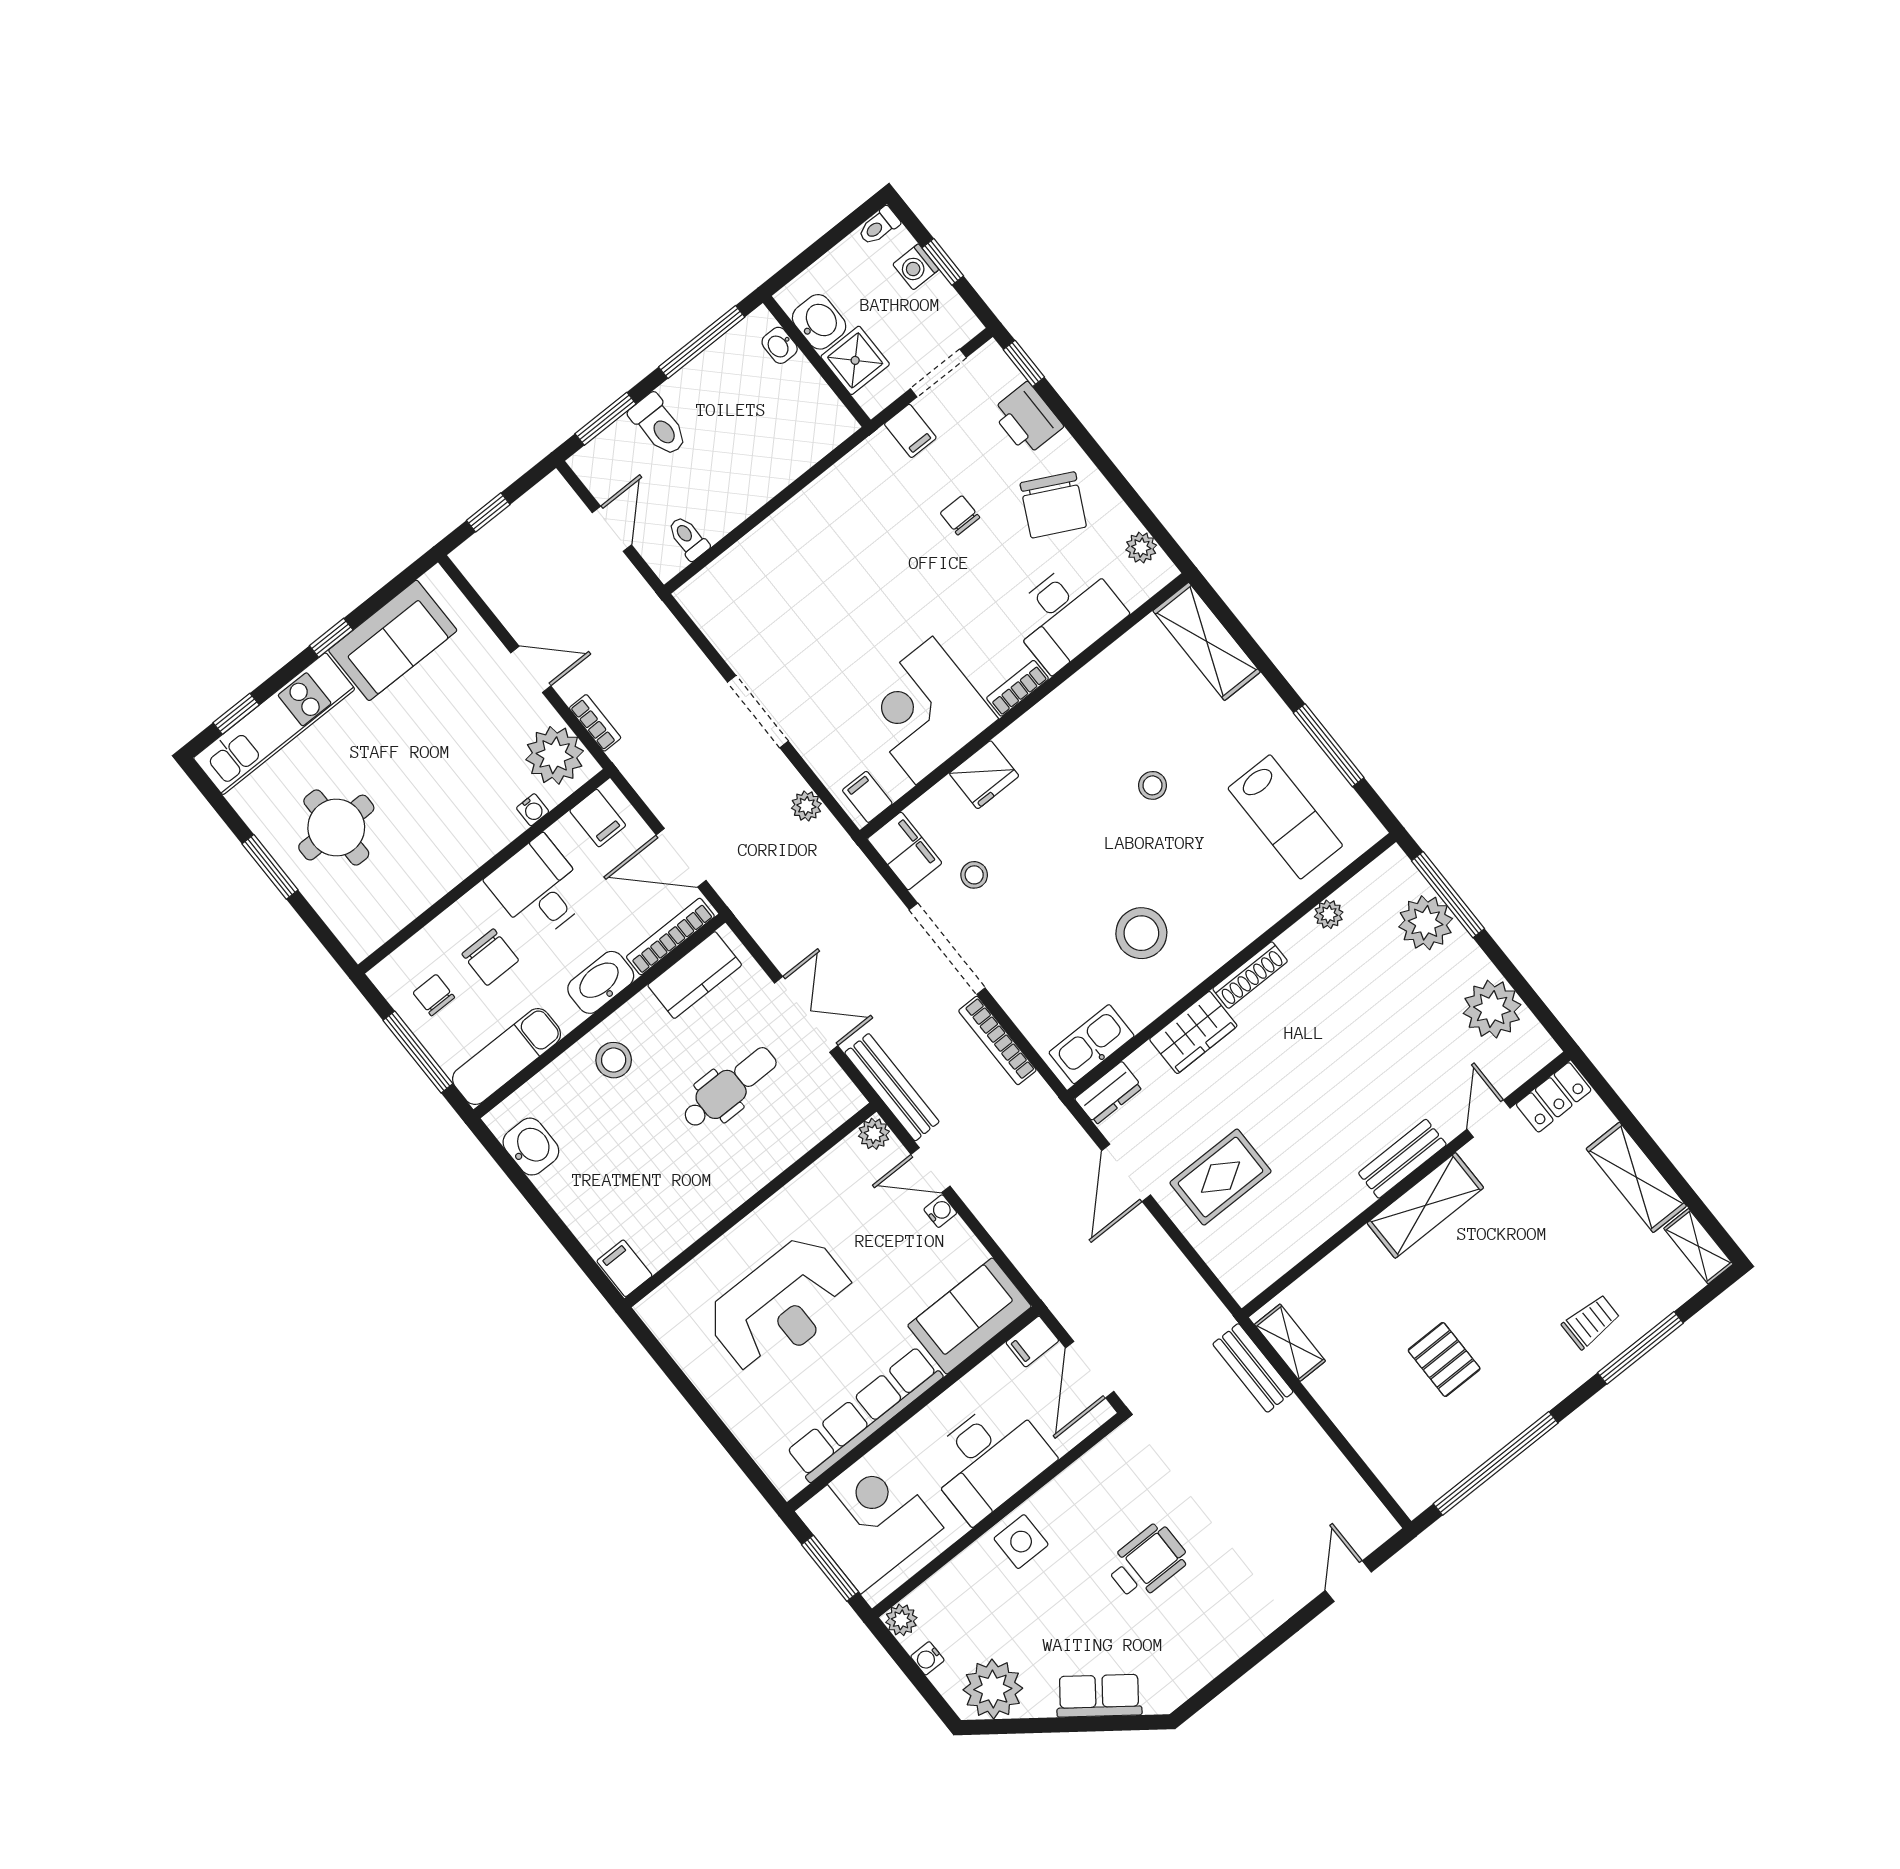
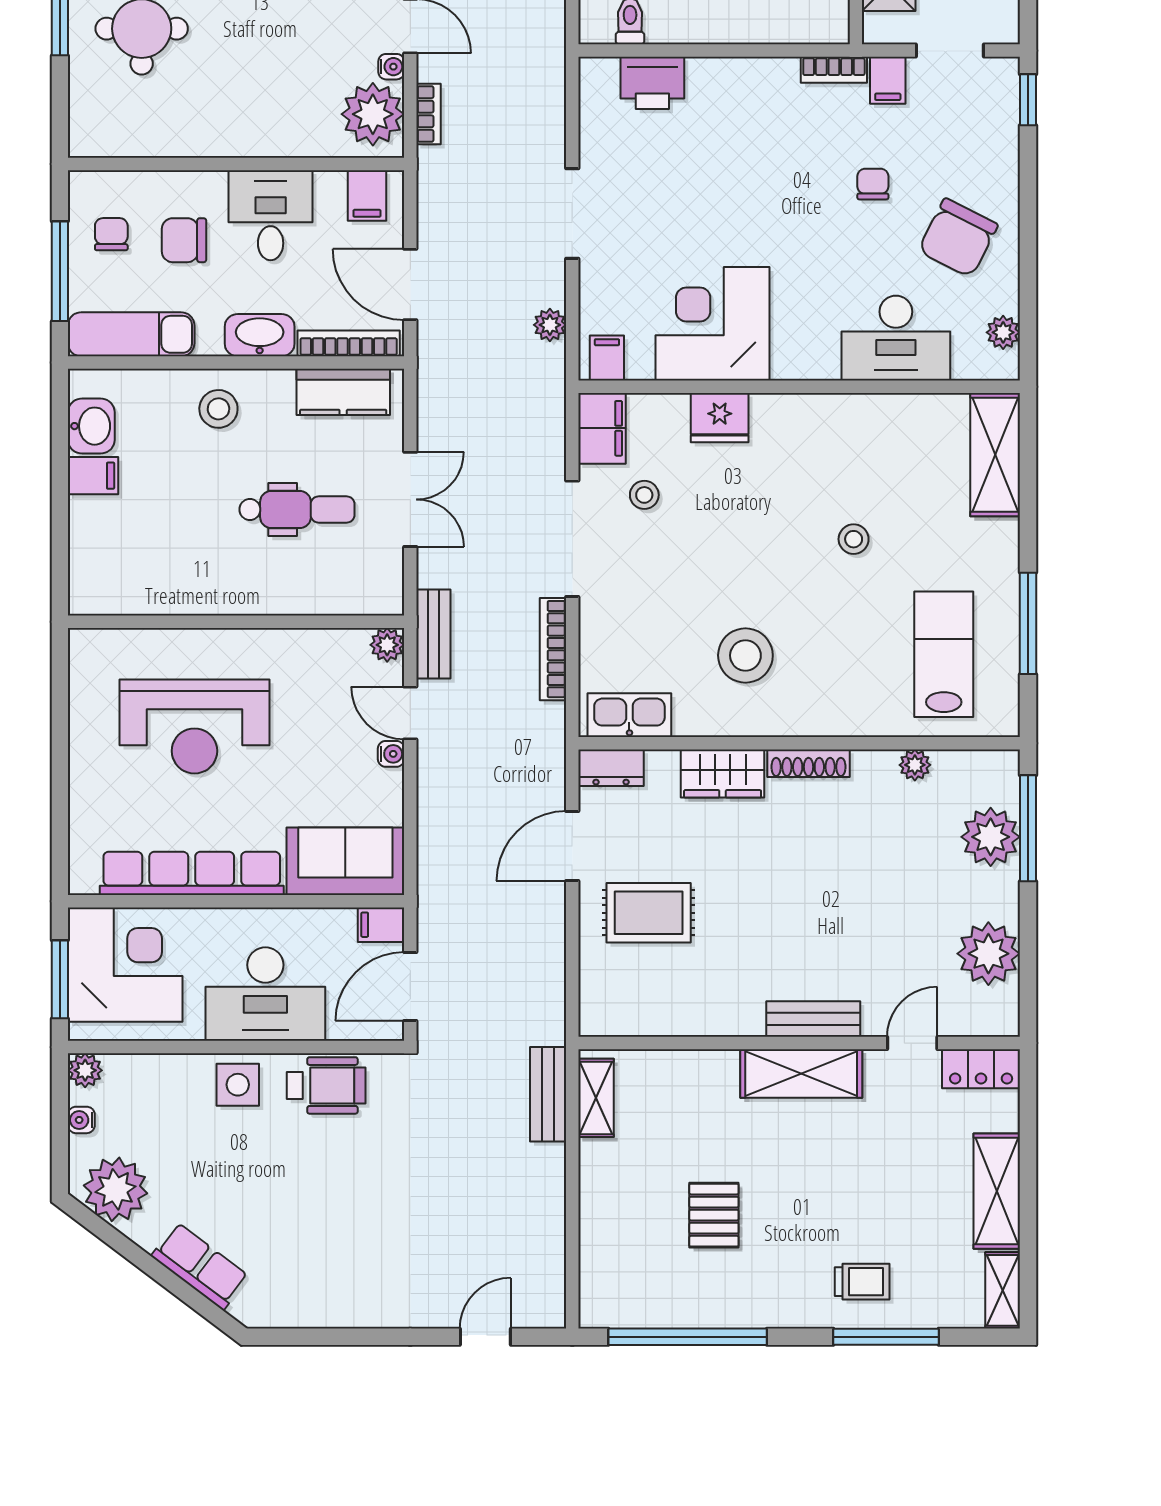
printer: (1027, 419) -> (652, 83), moved, turned -90
bookcase: (1018, 688) -> (834, 70), moved, turned 180
water cooler: (533, 810) -> (391, 67), moved, turned -90
lab bench: (1285, 817) -> (944, 654), turned 180
chair: (490, 957) -> (184, 240), turned 90
bench: (892, 1087) -> (433, 634), width x0.73
filing cabinet: (624, 1268) -> (93, 476), moved, turned 90
wheelchair: (1147, 1562) -> (326, 1085), moved

